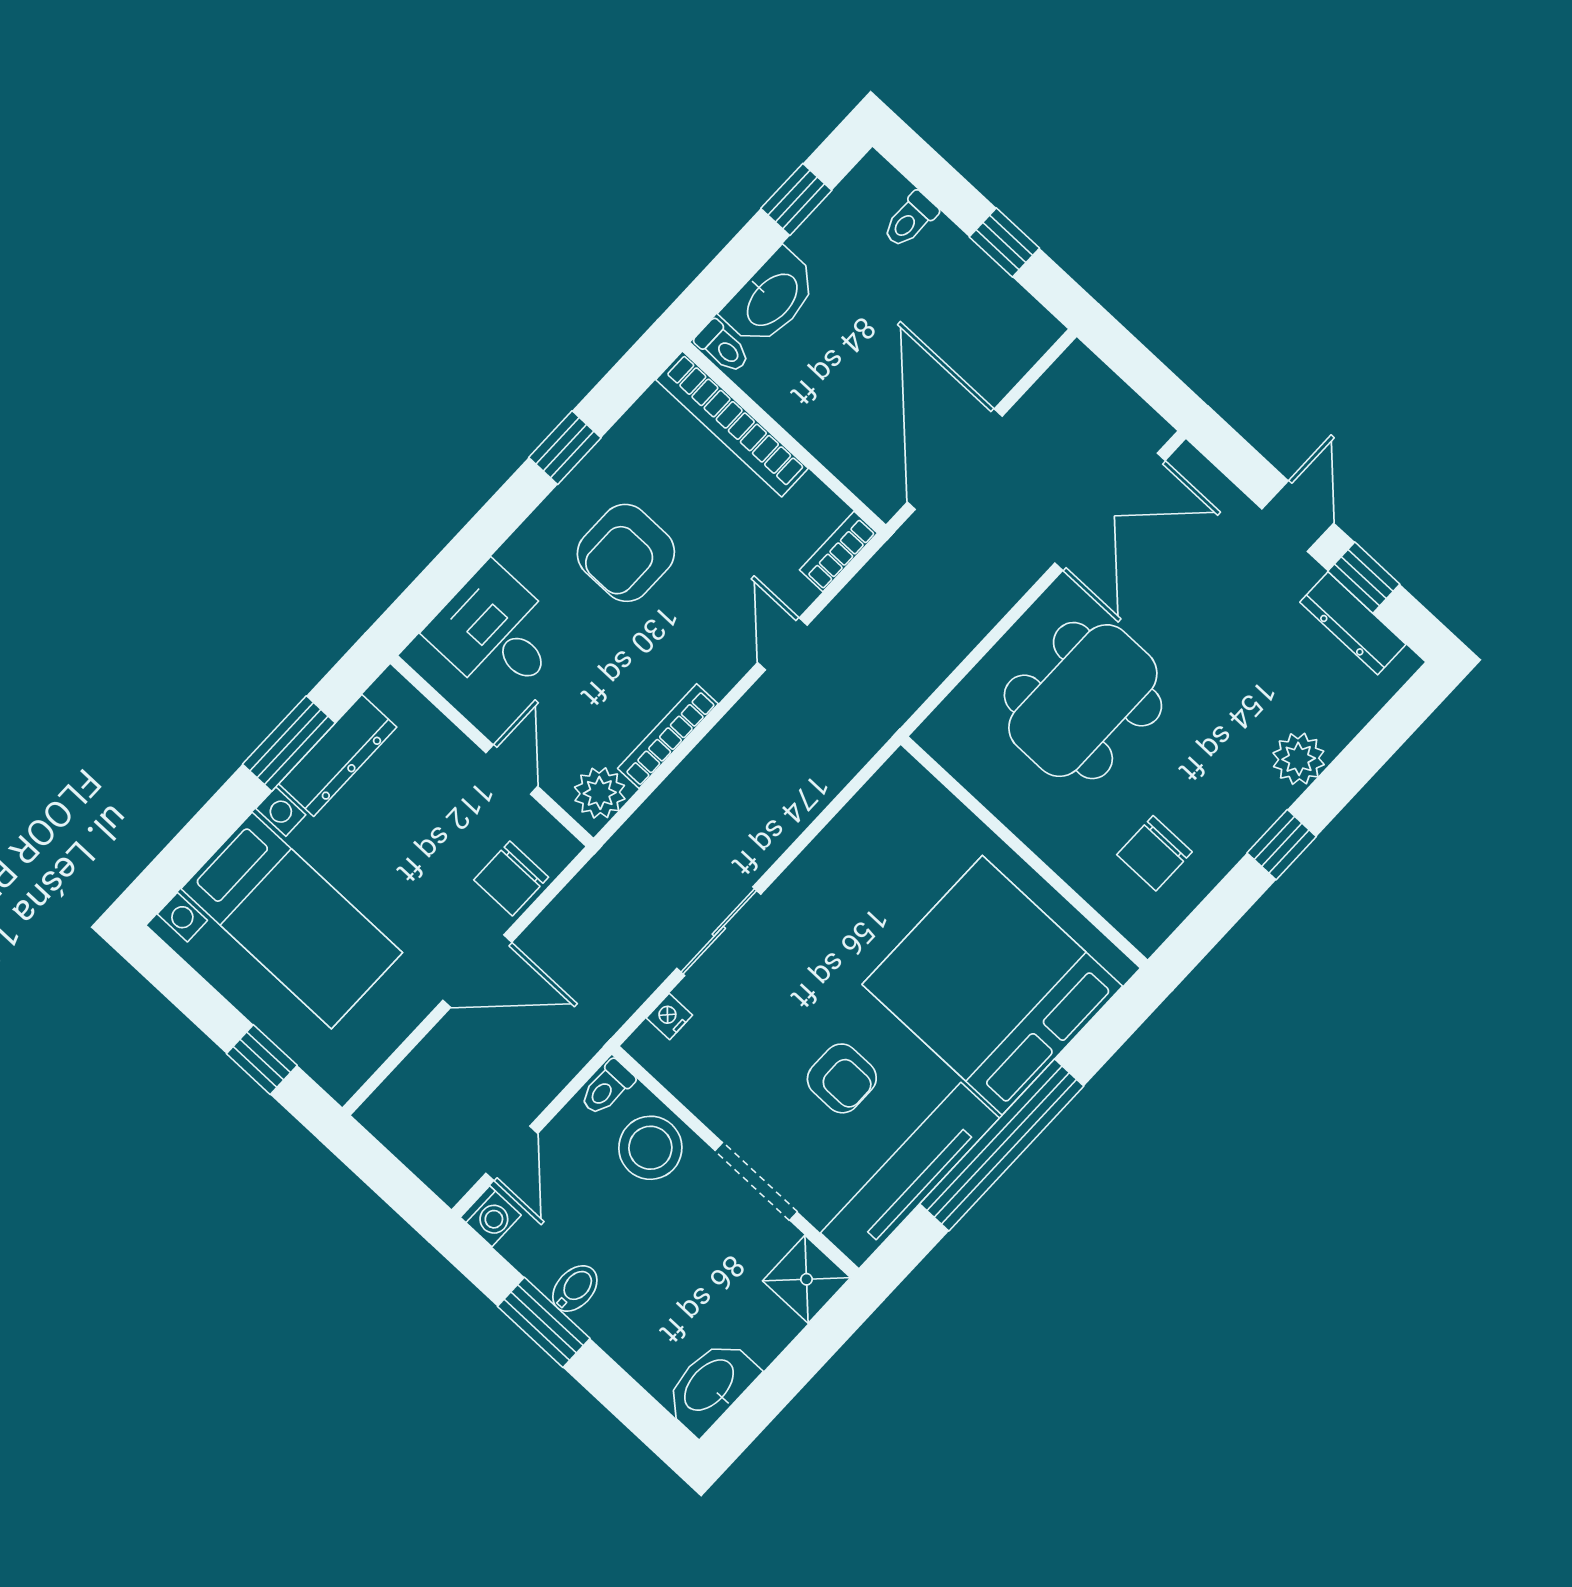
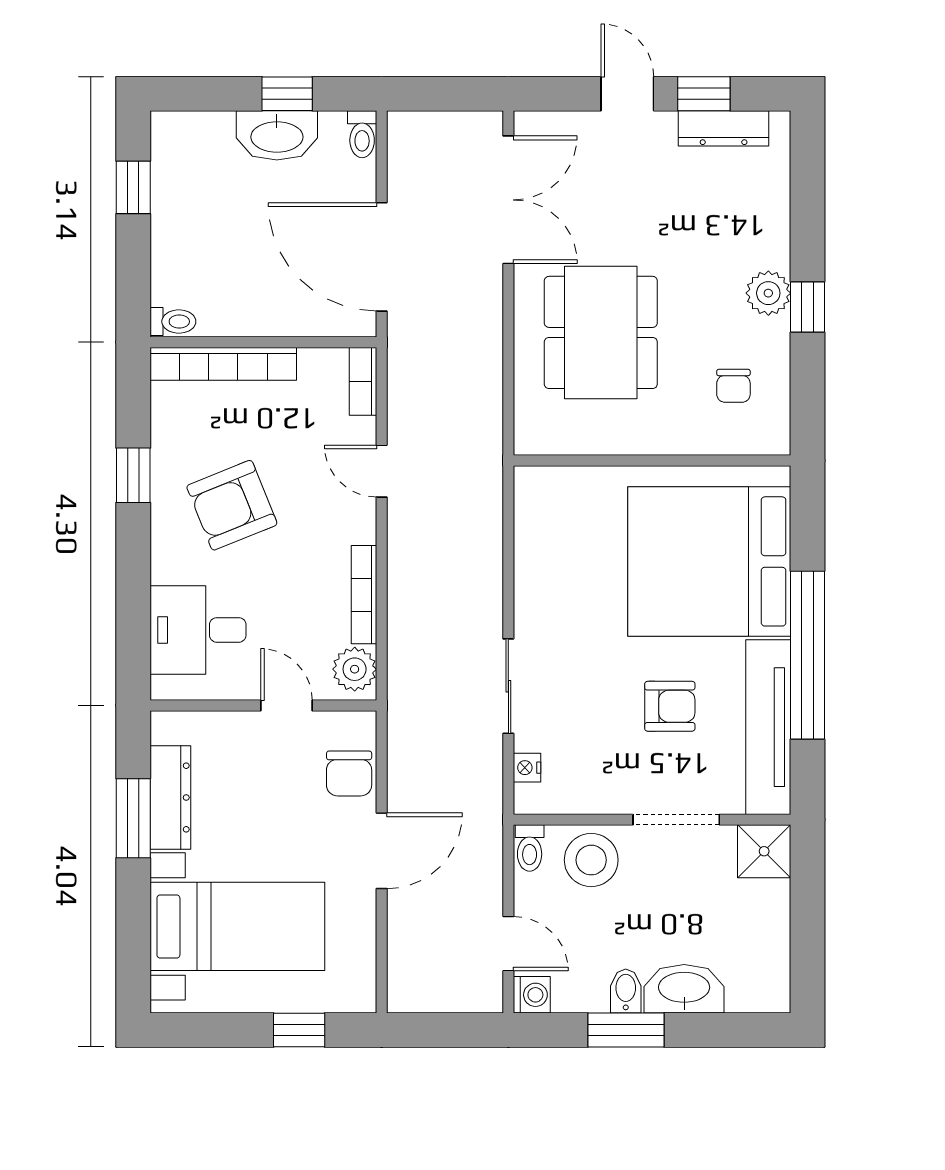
toilet: (910, 220) -> (362, 134), moved
washbasin: (771, 299) -> (277, 135), moved, turned 90
armchair: (626, 553) -> (232, 505), turned 68
plant: (1299, 759) -> (768, 293), moved
chair: (1154, 853) -> (733, 386), width x0.73, depth x0.73
washbasin: (710, 1386) -> (684, 989), moved, turned 90

